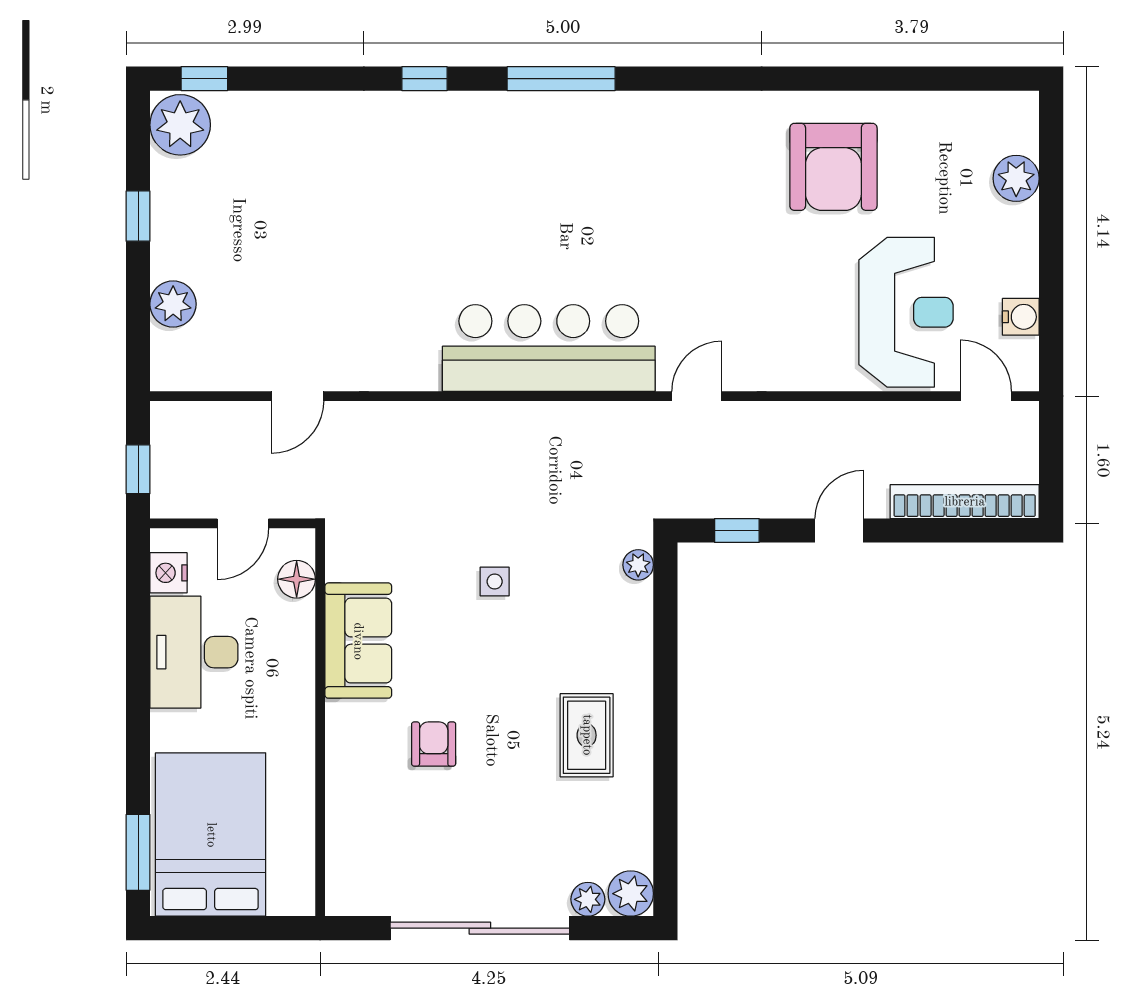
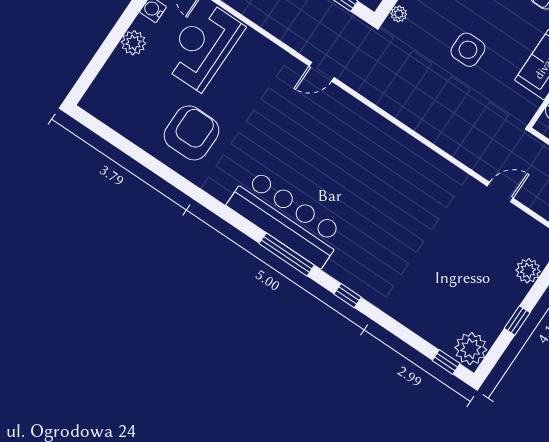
plant: (1016, 178) -> (134, 43), moved
bar counter: (549, 348) -> (286, 218), moved, turned 180
side table: (495, 582) -> (468, 50), width x1.87, depth x1.87

